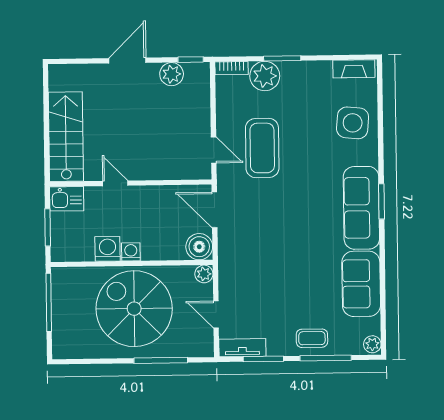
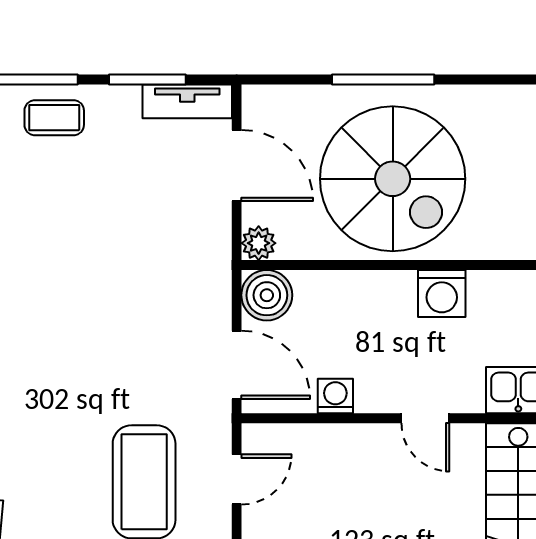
door: (214, 150) -> (237, 479), swing flipped
washing machine: (131, 252) -> (335, 396), moved, turned 180
door: (216, 314) -> (237, 166), width x1.38
window: (161, 360) -> (383, 79), moved

